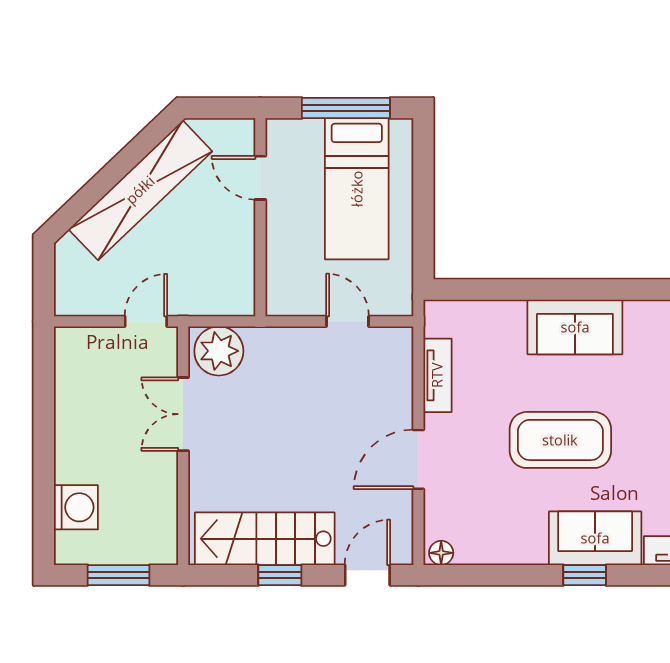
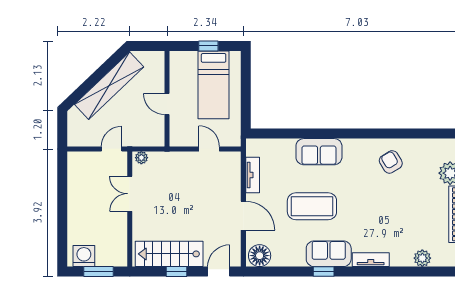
window: (346, 108) -> (208, 46), width x0.46
door: (260, 178) -> (167, 104), moved
plant: (219, 351) -> (141, 158), width x0.53, depth x0.53
door: (418, 459) -> (243, 216), swing flipped
washing machine: (76, 507) -> (84, 256), moved, turned -90
floor lamp: (441, 553) -> (260, 256), width x1.89, depth x1.89

